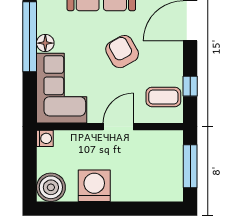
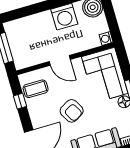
door: (118, 127) -> (60, 60), hinge flipped

